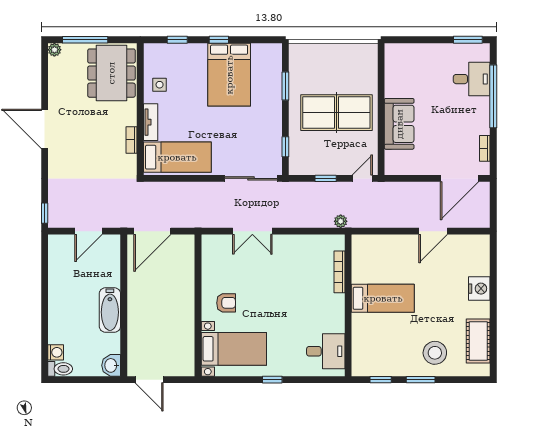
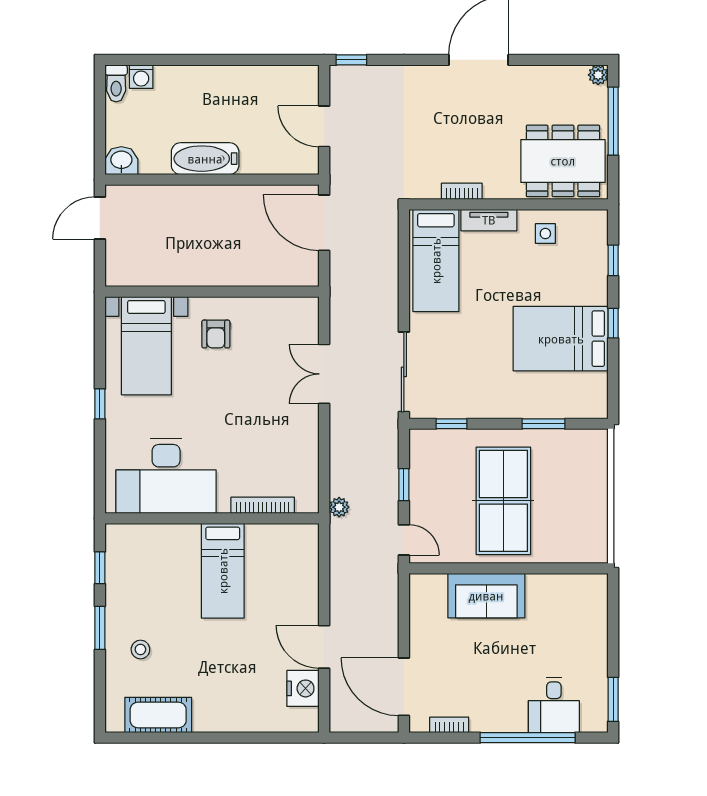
nightstand: (479, 289) -> (303, 688), moved, turned -90
desk: (326, 351) -> (166, 476), width x1.87, depth x1.30
stool: (435, 353) -> (140, 649), width x0.53, depth x0.53

